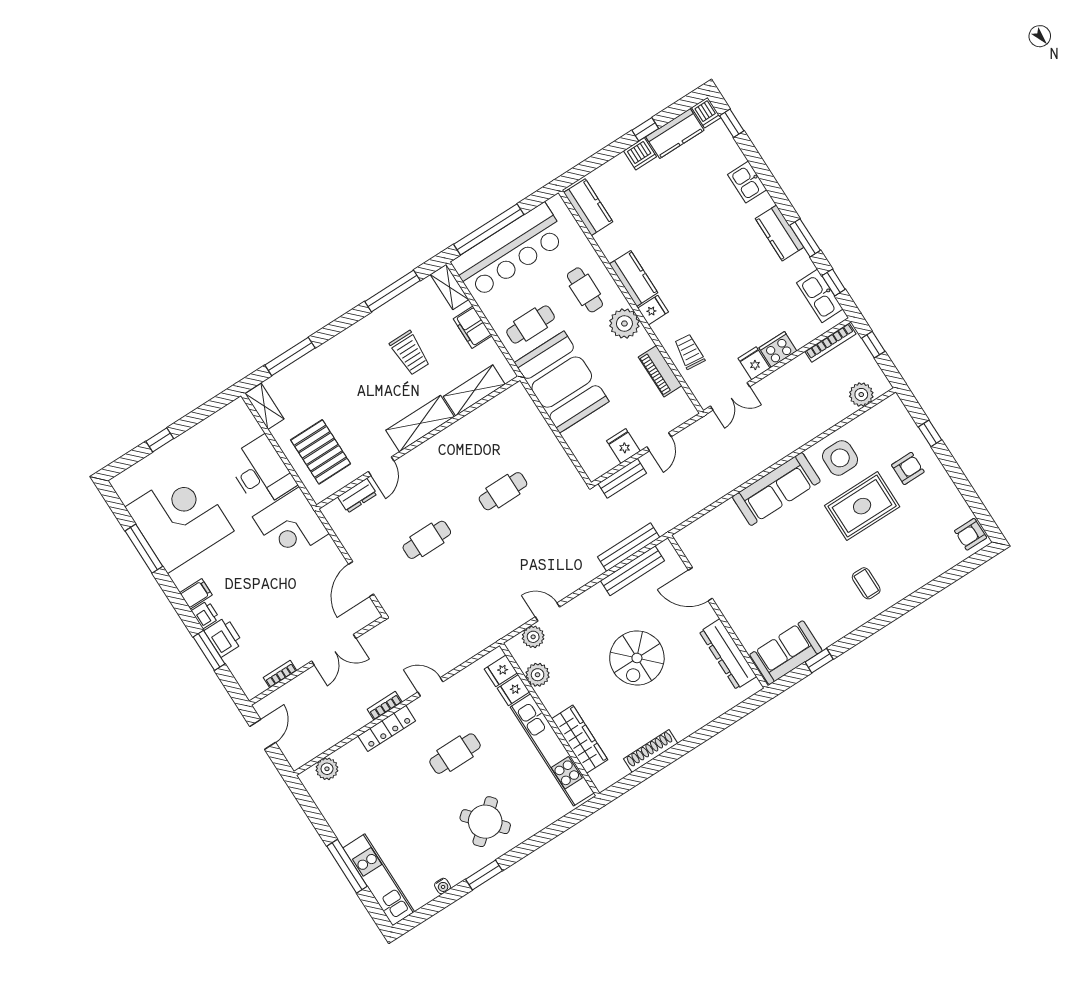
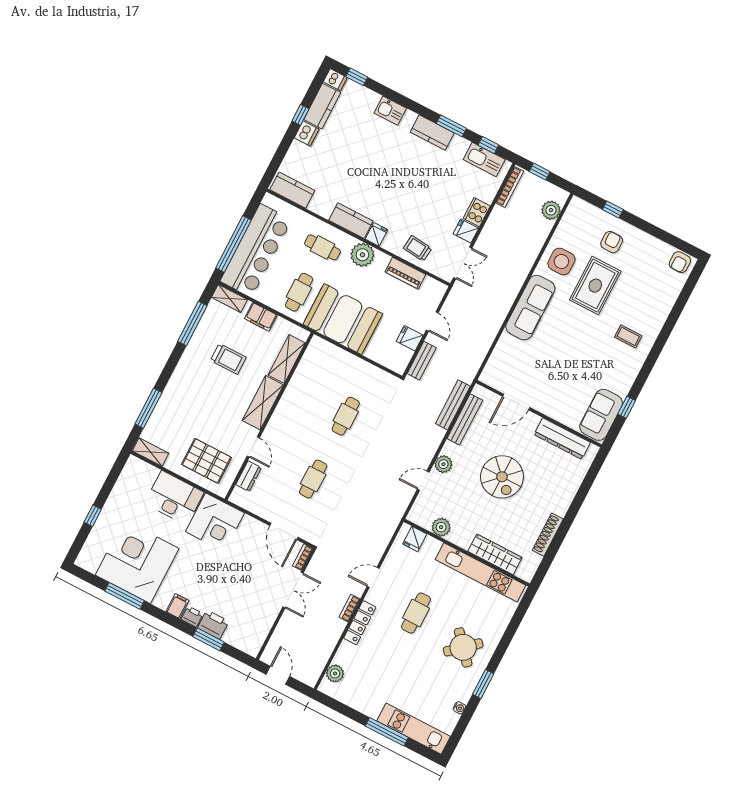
plant: (533, 637) -> (443, 464), moved
bookcase: (280, 674) -> (303, 557), moved
fridge: (513, 690) -> (431, 547), removed

